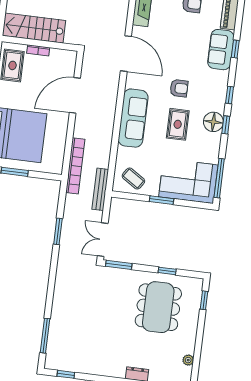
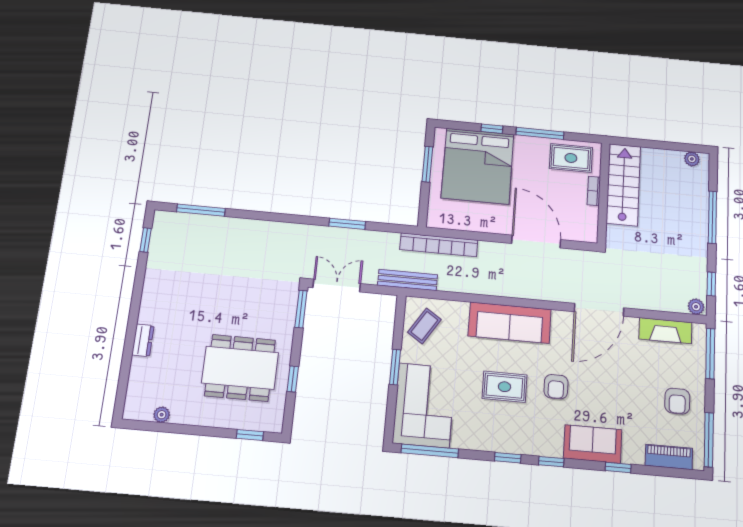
sofa: (221, 50) -> (593, 444), moved
floor lamp: (213, 122) -> (511, 439), removed

